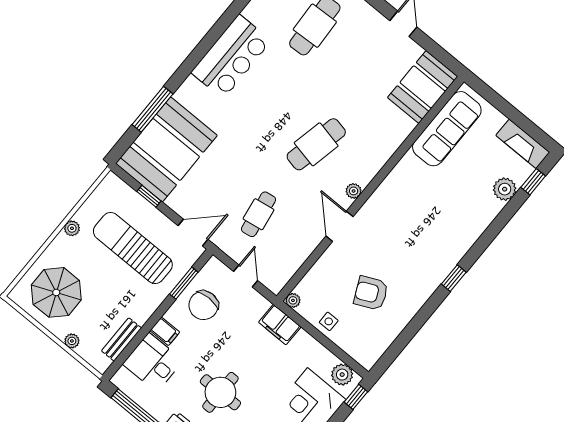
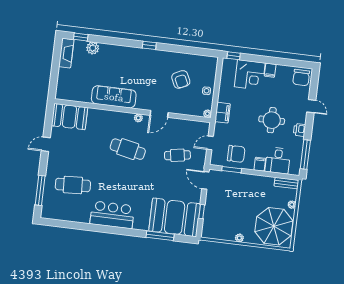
sofa: (447, 129) -> (114, 97), moved
sun lounger: (133, 248) -> (230, 204), removed
parasol: (56, 292) -> (274, 226), width x1.36, depth x1.36
bench: (122, 339) -> (286, 183), moved
plant: (342, 375) -> (227, 69), removed

